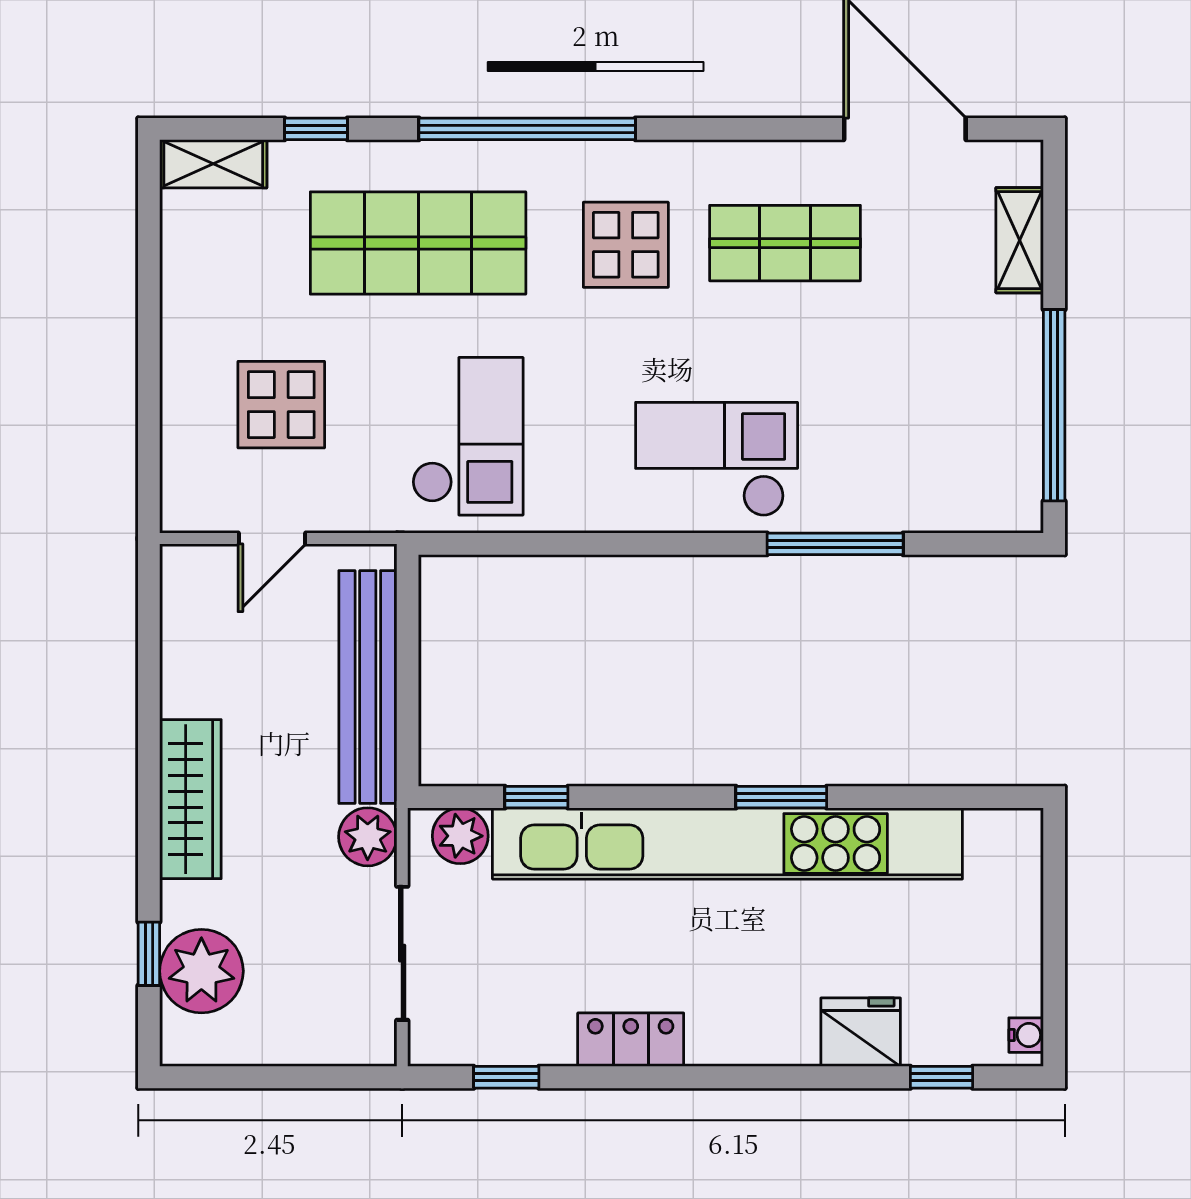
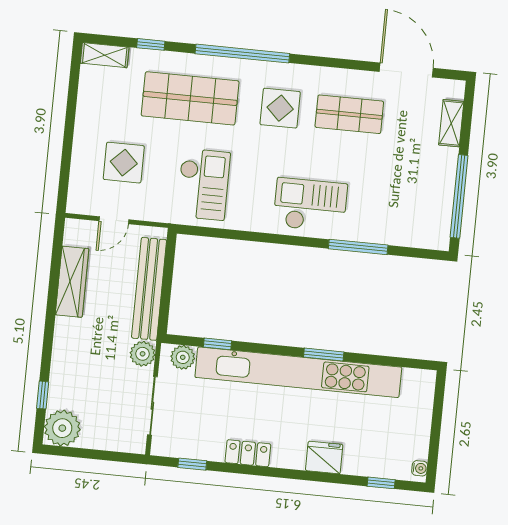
wardrobe: (190, 799) -> (72, 282), moved
plant: (201, 971) -> (62, 428), moved
fridge: (861, 1032) -> (324, 458), moved

